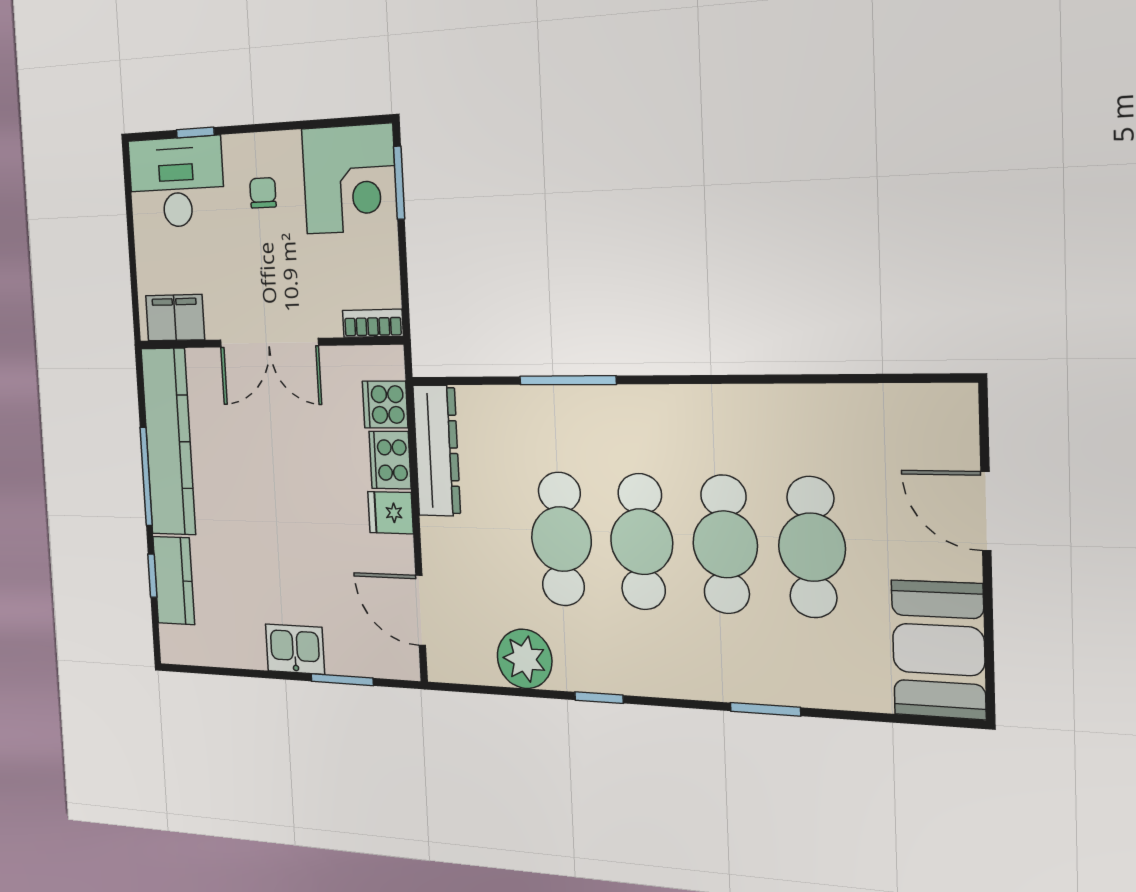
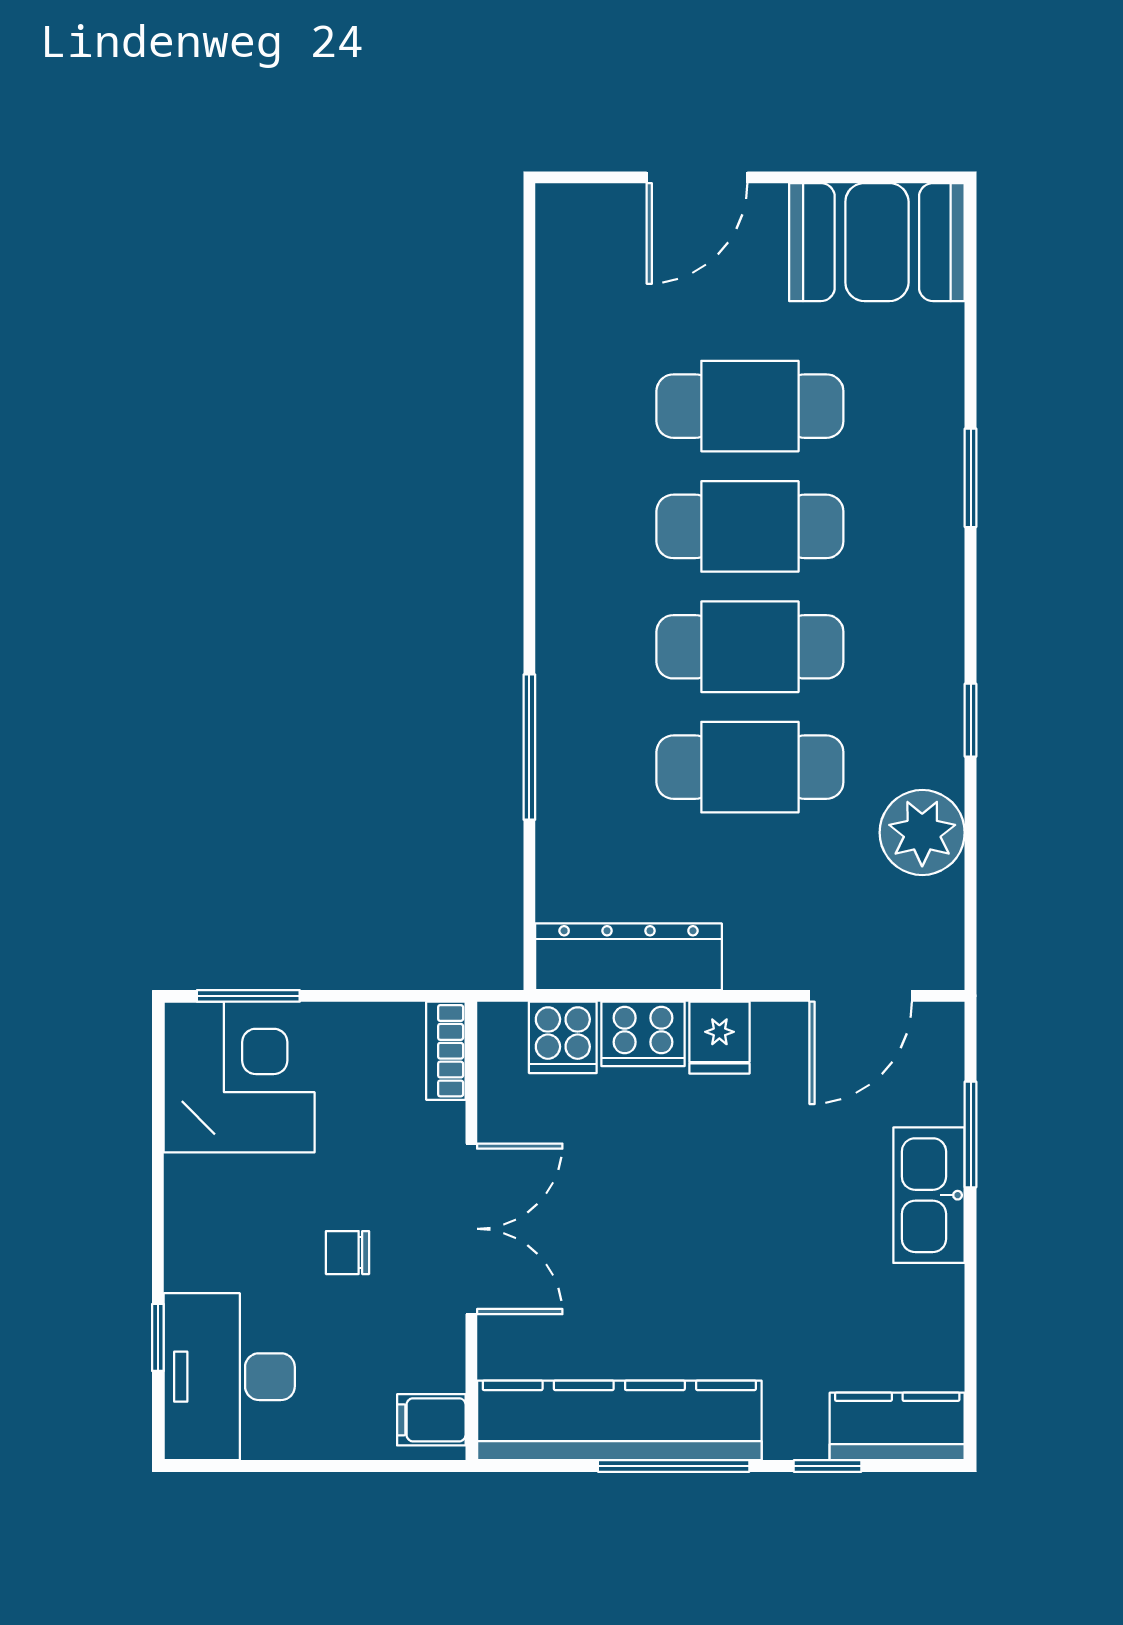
chair: (263, 193) -> (348, 1253), moved
filing cabinet: (175, 318) -> (431, 1420), width x0.50
kitchen counter: (174, 581) -> (897, 1426), moved
kitchen sink: (295, 649) -> (929, 1195), width x1.38

